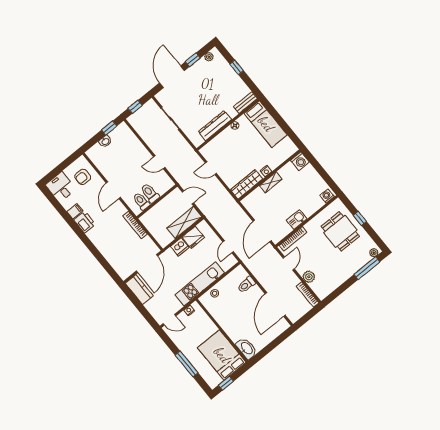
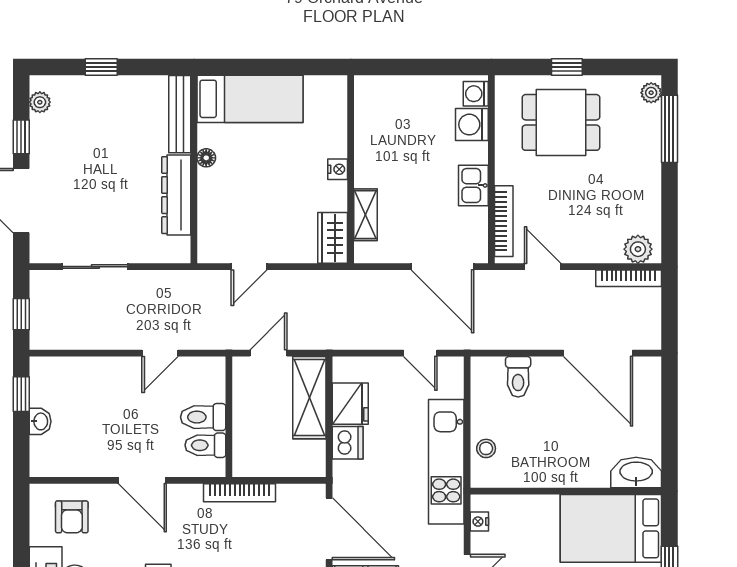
bench: (245, 103) -> (180, 114), width x1.36
washing machine: (300, 161) -> (472, 125), moved, turned 180
shelving: (271, 182) -> (366, 215), moved
wardrobe: (247, 184) -> (333, 238), width x0.67
plant: (309, 277) -> (638, 249), moved

